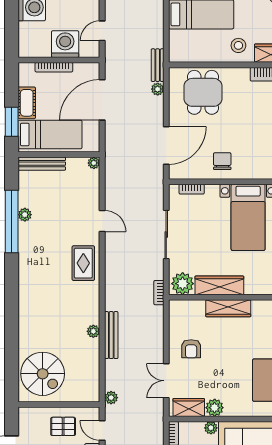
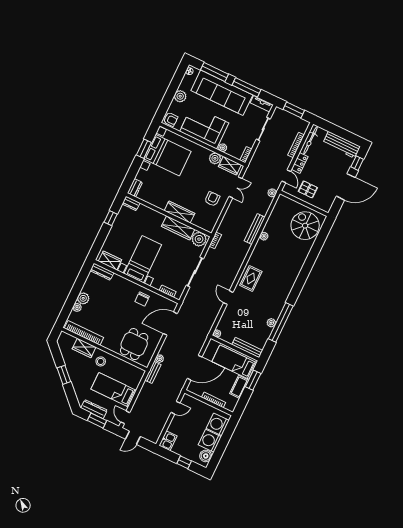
washing machine: (65, 44) -> (218, 424), moved, turned 90

